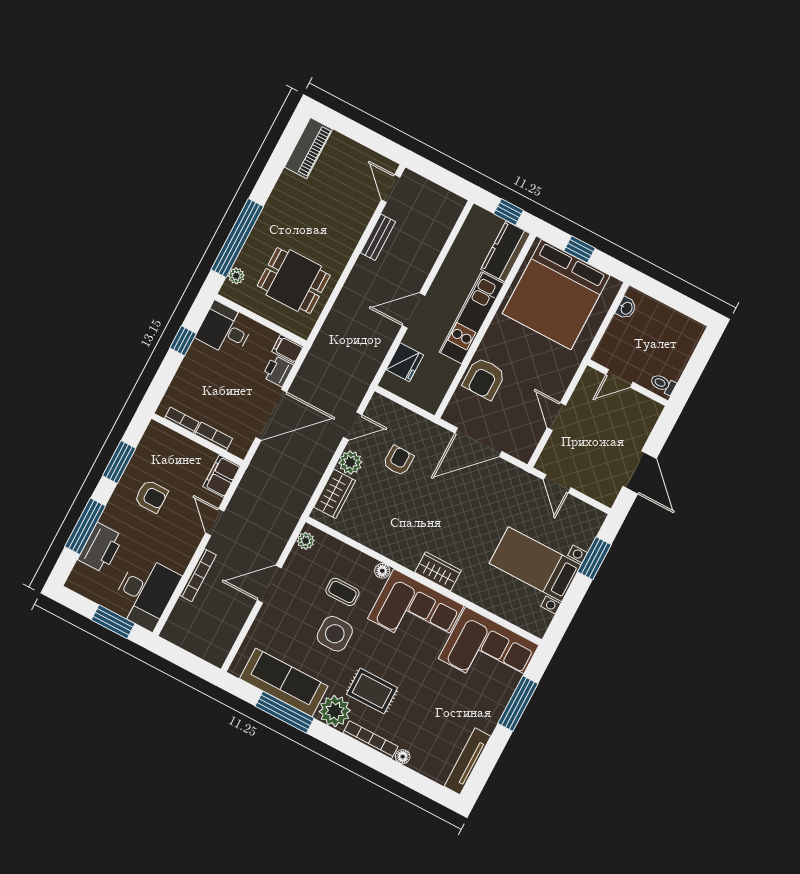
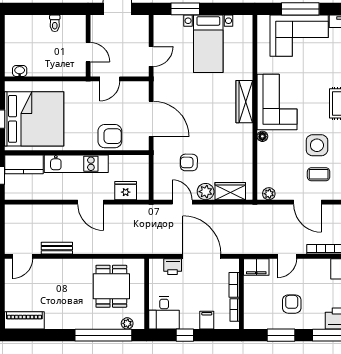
filing cabinet: (288, 349) -> (207, 320), moved, turned 180
door: (619, 378) -> (88, 52), moved
wall: (628, 383) -> (88, 46), moved
wardrobe: (438, 571) -> (244, 102), width x1.50
coffee table: (342, 592) -> (319, 174), moved, turned 90
corner sofa: (488, 652) -> (299, 36), moved, turned 90

